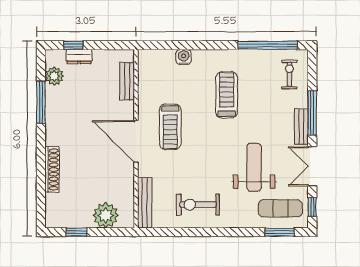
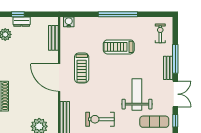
window: (268, 45) -> (118, 14), moved
water cooler: (184, 57) -> (69, 22), moved
treadmill: (227, 95) -> (119, 47), turned -90
double door: (312, 166) -> (175, 94), swing flipped

